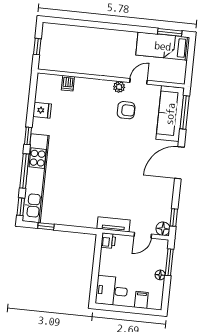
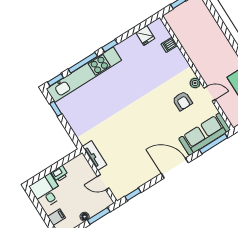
fridge: (42, 110) -> (145, 35), moved
floor lamp: (163, 229) -> (119, 193), removed
printer: (108, 241) -> (60, 174), moved

